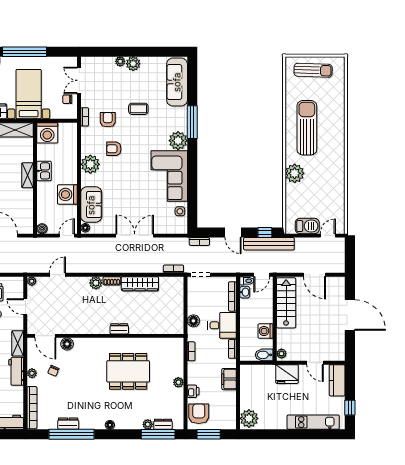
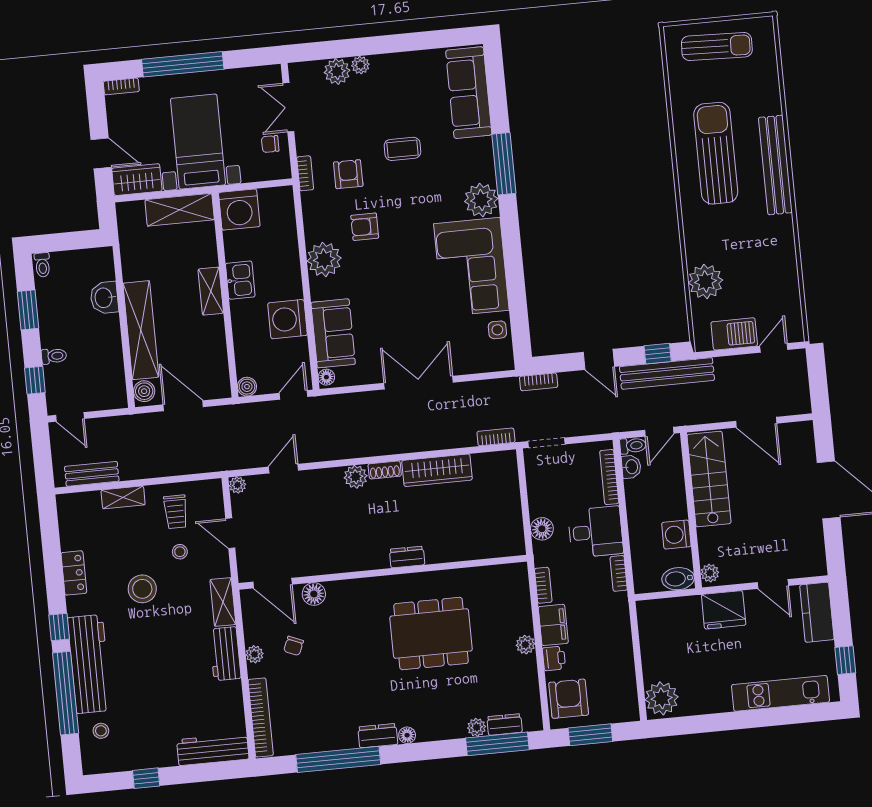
plant: (133, 64) -> (337, 71), moved
bench: (338, 137) -> (775, 165), added
plant: (295, 173) -> (705, 281), moved
filing cabinet: (229, 379) -> (553, 625), moved, turned 180
dresser: (68, 424) -> (378, 736), moved

